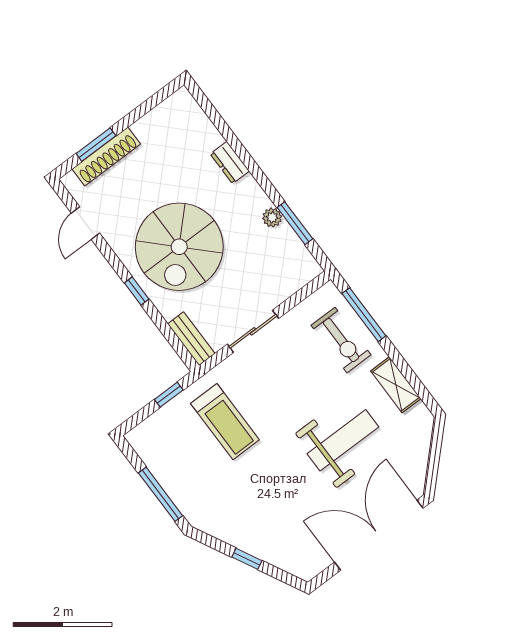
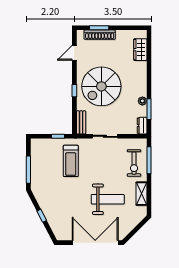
wardrobe: (199, 128) -> (140, 50), added
dresser: (230, 163) -> (142, 126), moved

